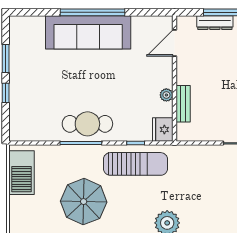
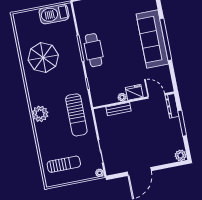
dresser: (215, 23) -> (172, 106), moved
fridge: (163, 130) -> (134, 92), moved
sun lounger: (136, 164) -> (76, 115), moved

